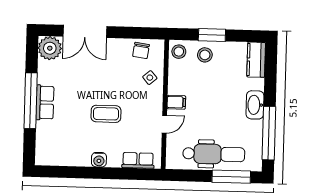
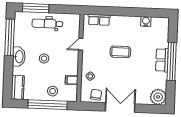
double door: (85, 31) -> (120, 108), moved
window: (212, 35) -> (48, 105), width x2.11
stool: (179, 52) -> (44, 58), moved
filing cabinet: (176, 102) -> (72, 80), moved
dental chair: (214, 154) -> (47, 24), width x0.73, depth x0.72
water cooler: (99, 160) -> (146, 21), moved

